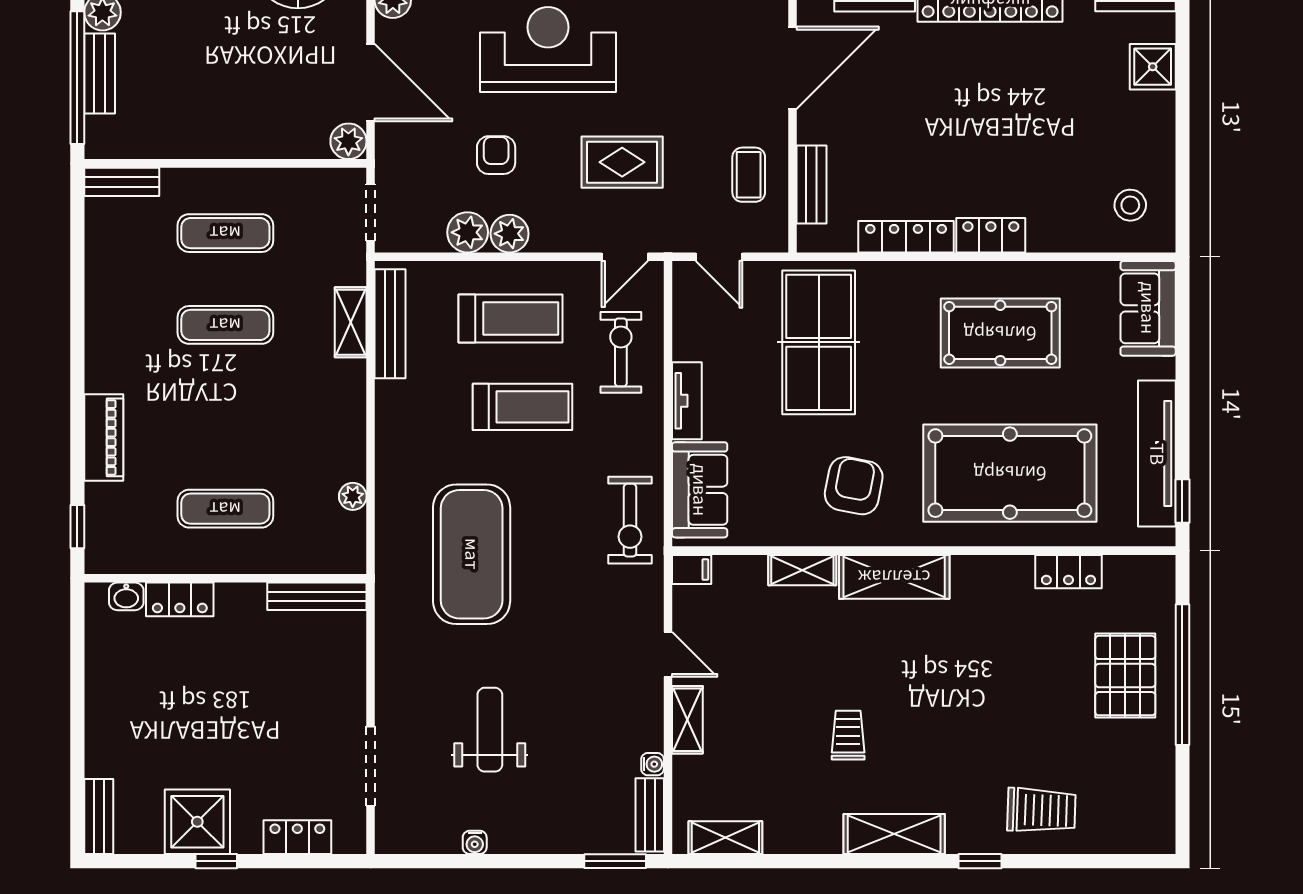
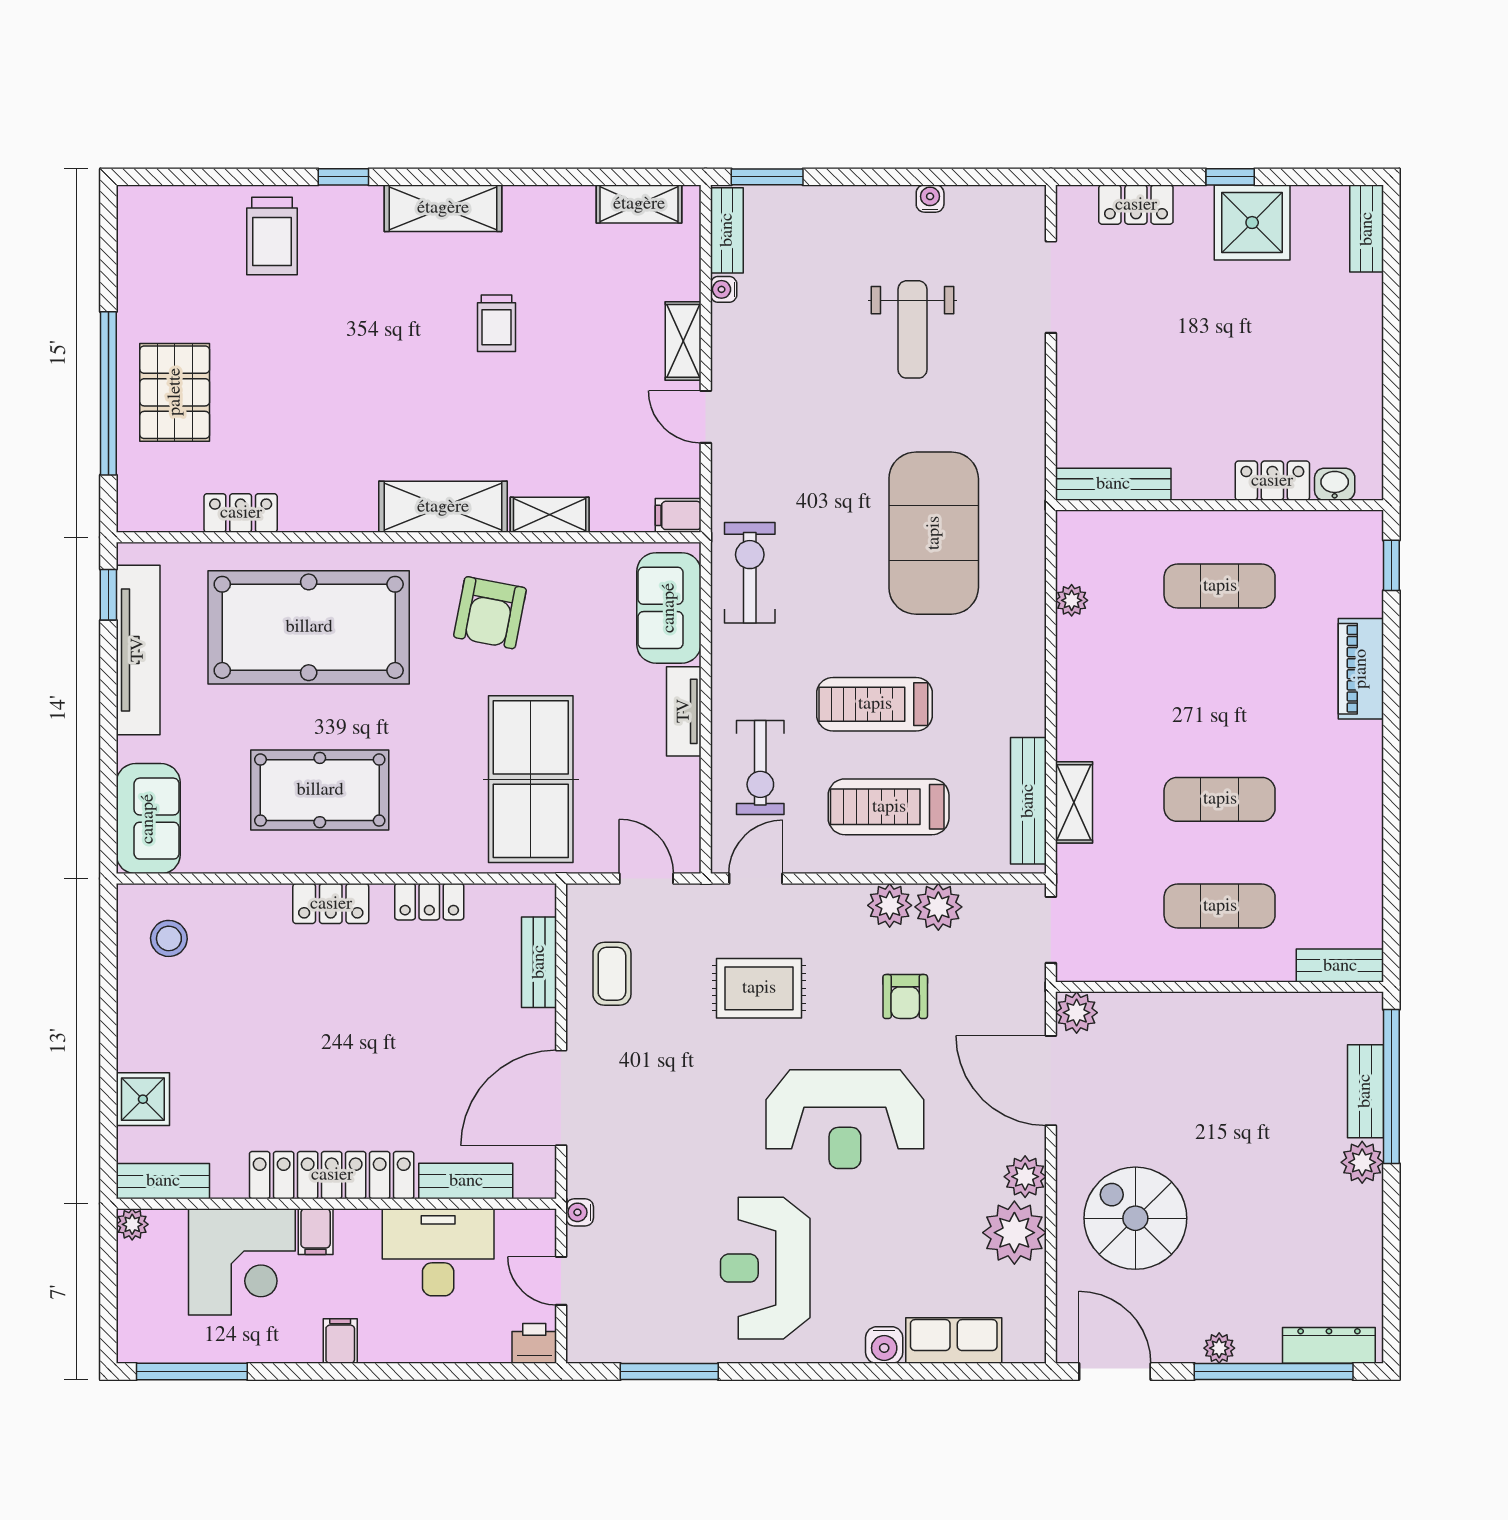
locker: (906, 237) -> (429, 902), width x0.66
trolley: (1041, 810) -> (272, 236), turned -92

